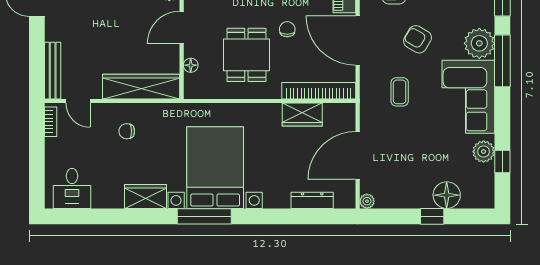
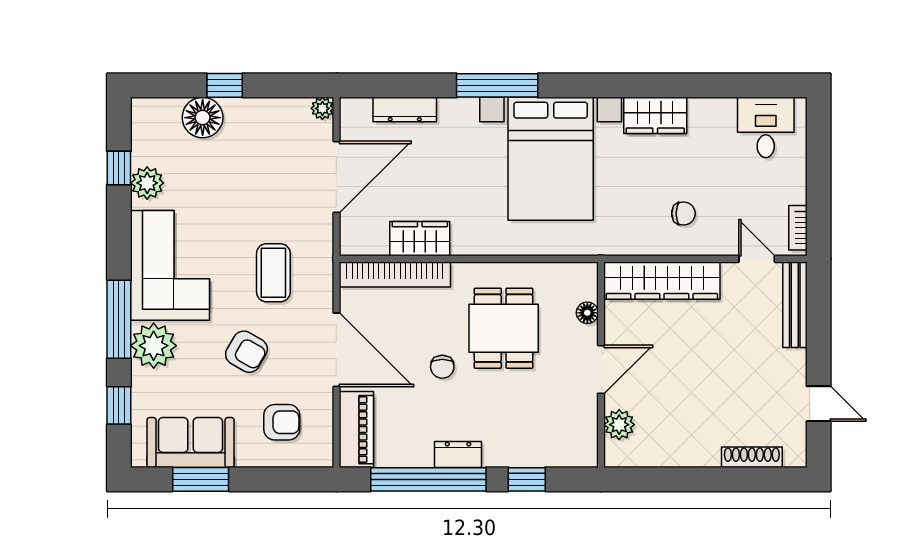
coffee table: (400, 92) -> (273, 273), width x1.36, depth x1.30
window: (204, 216) -> (497, 85), moved

